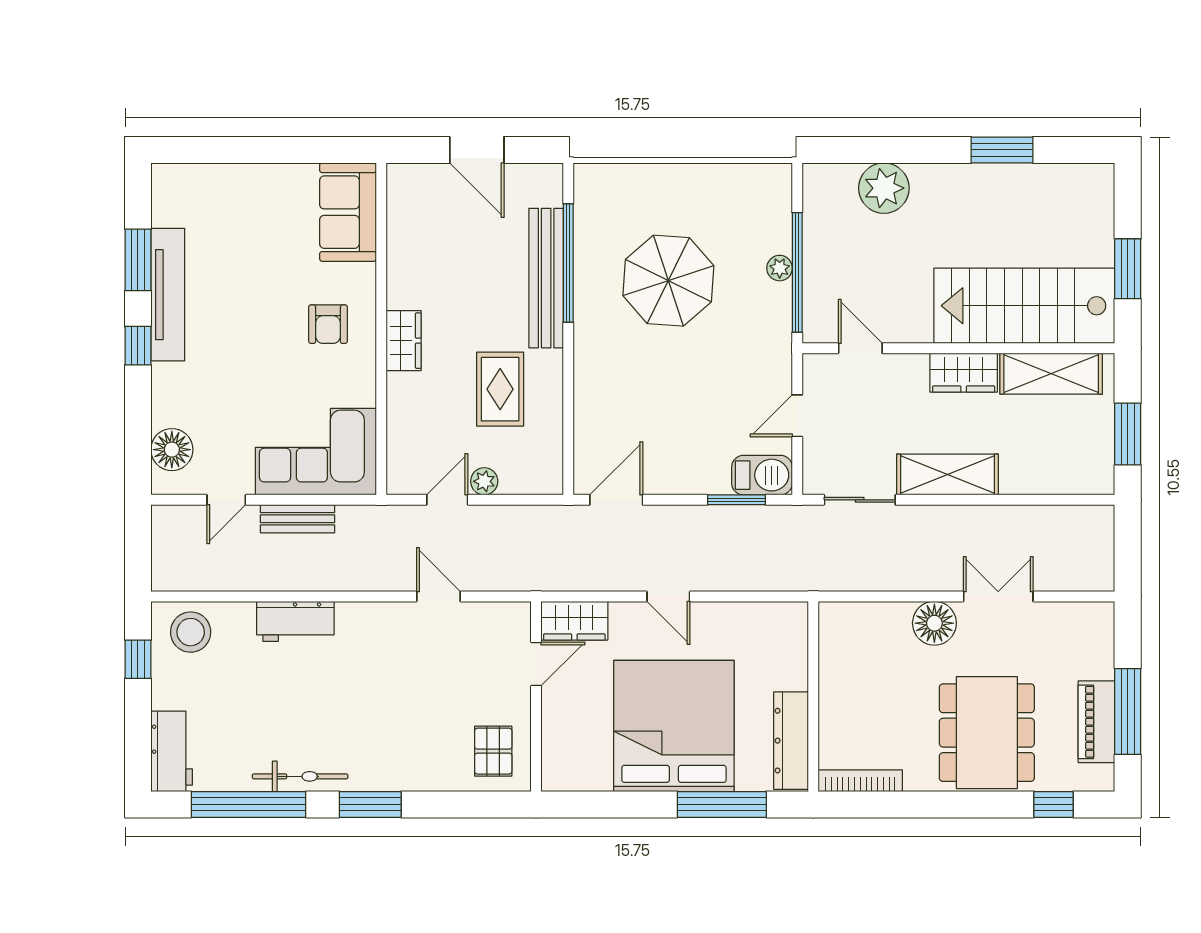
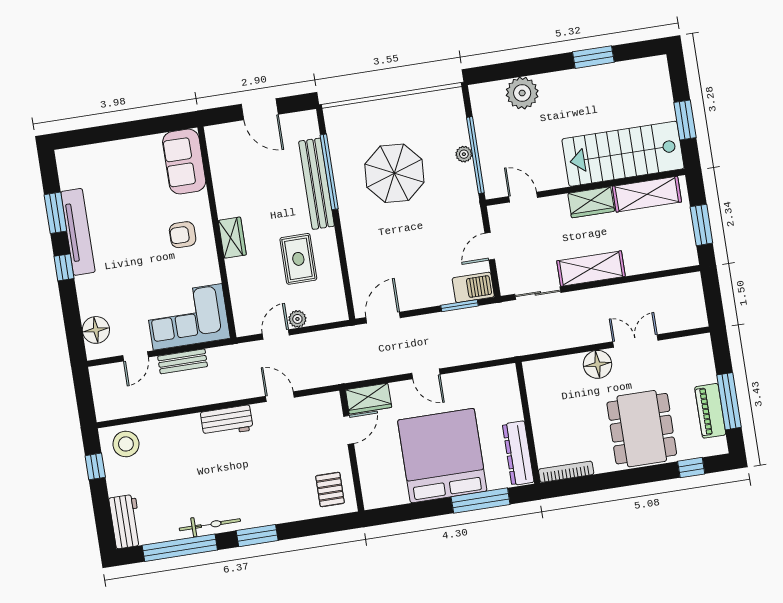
armchair: (328, 324) -> (183, 235), turned 90
workbench: (295, 621) -> (227, 421), moved

